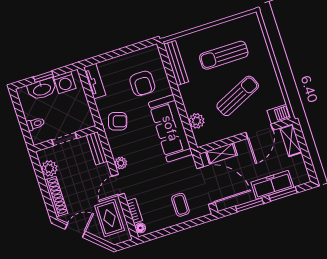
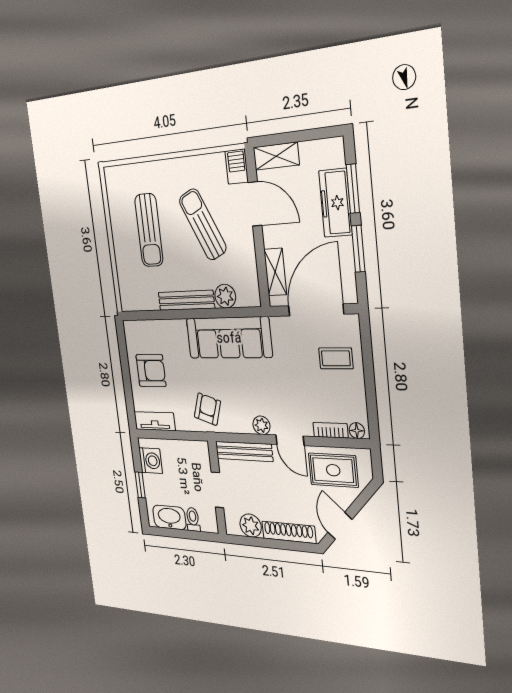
bench: (176, 63) -> (186, 300), moved
armchair: (142, 83) -> (151, 371), moved
washbasin: (42, 89) -> (169, 517), moved, turned -90
bench: (97, 148) -> (244, 451), width x1.36

